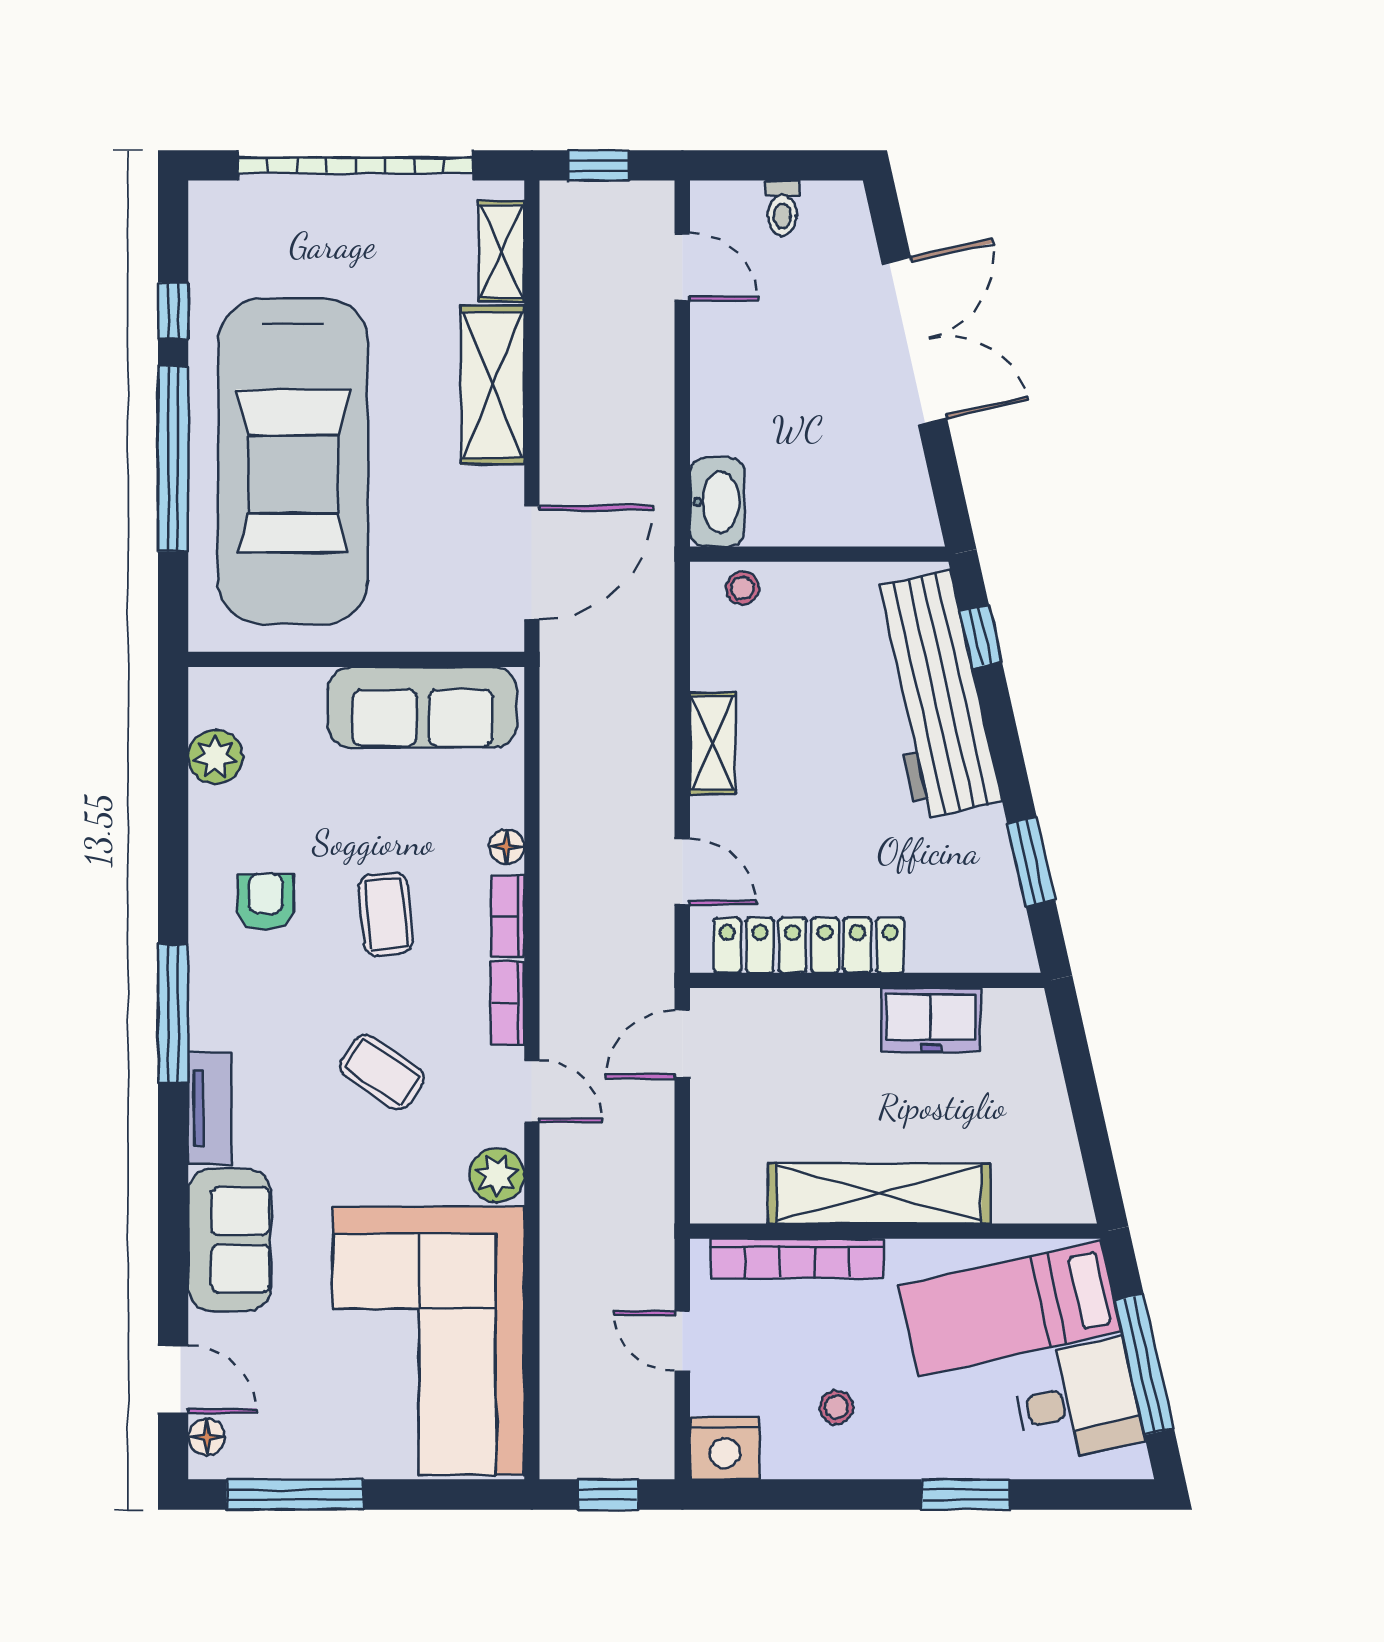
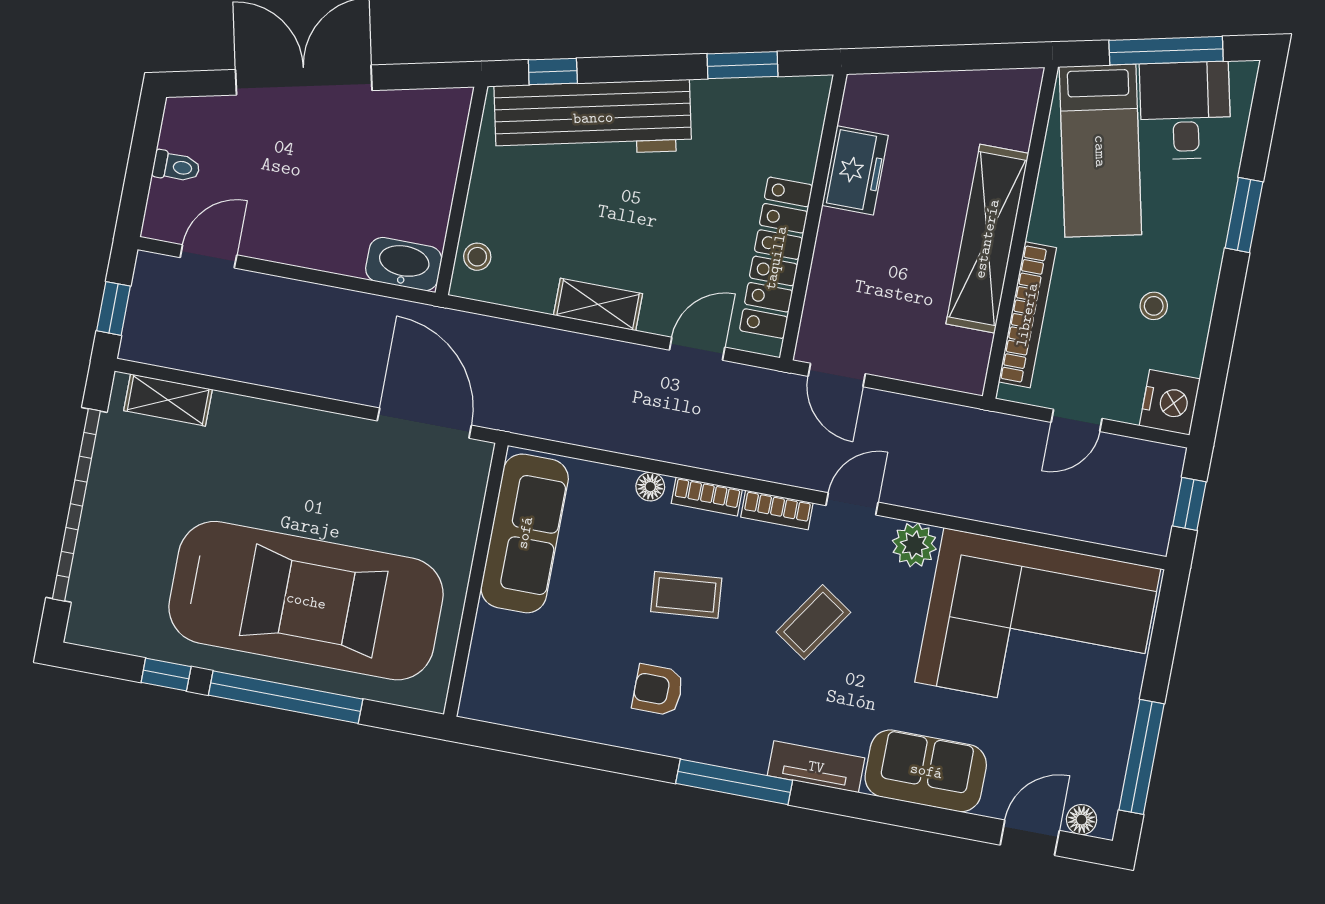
shelving: (493, 385) -> (275, 428), removed
plant: (215, 757) -> (533, 709), removed

